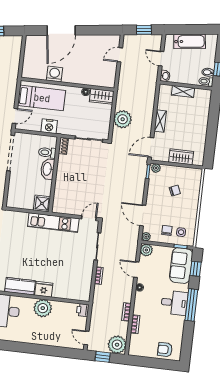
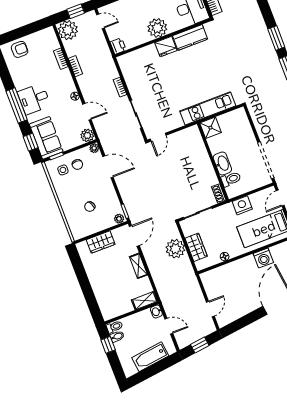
shelving: (183, 91) -> (145, 301), moved
wardrobe: (102, 96) -> (196, 247), moved, turned 90
kitchen unit: (53, 223) -> (208, 108), moved

